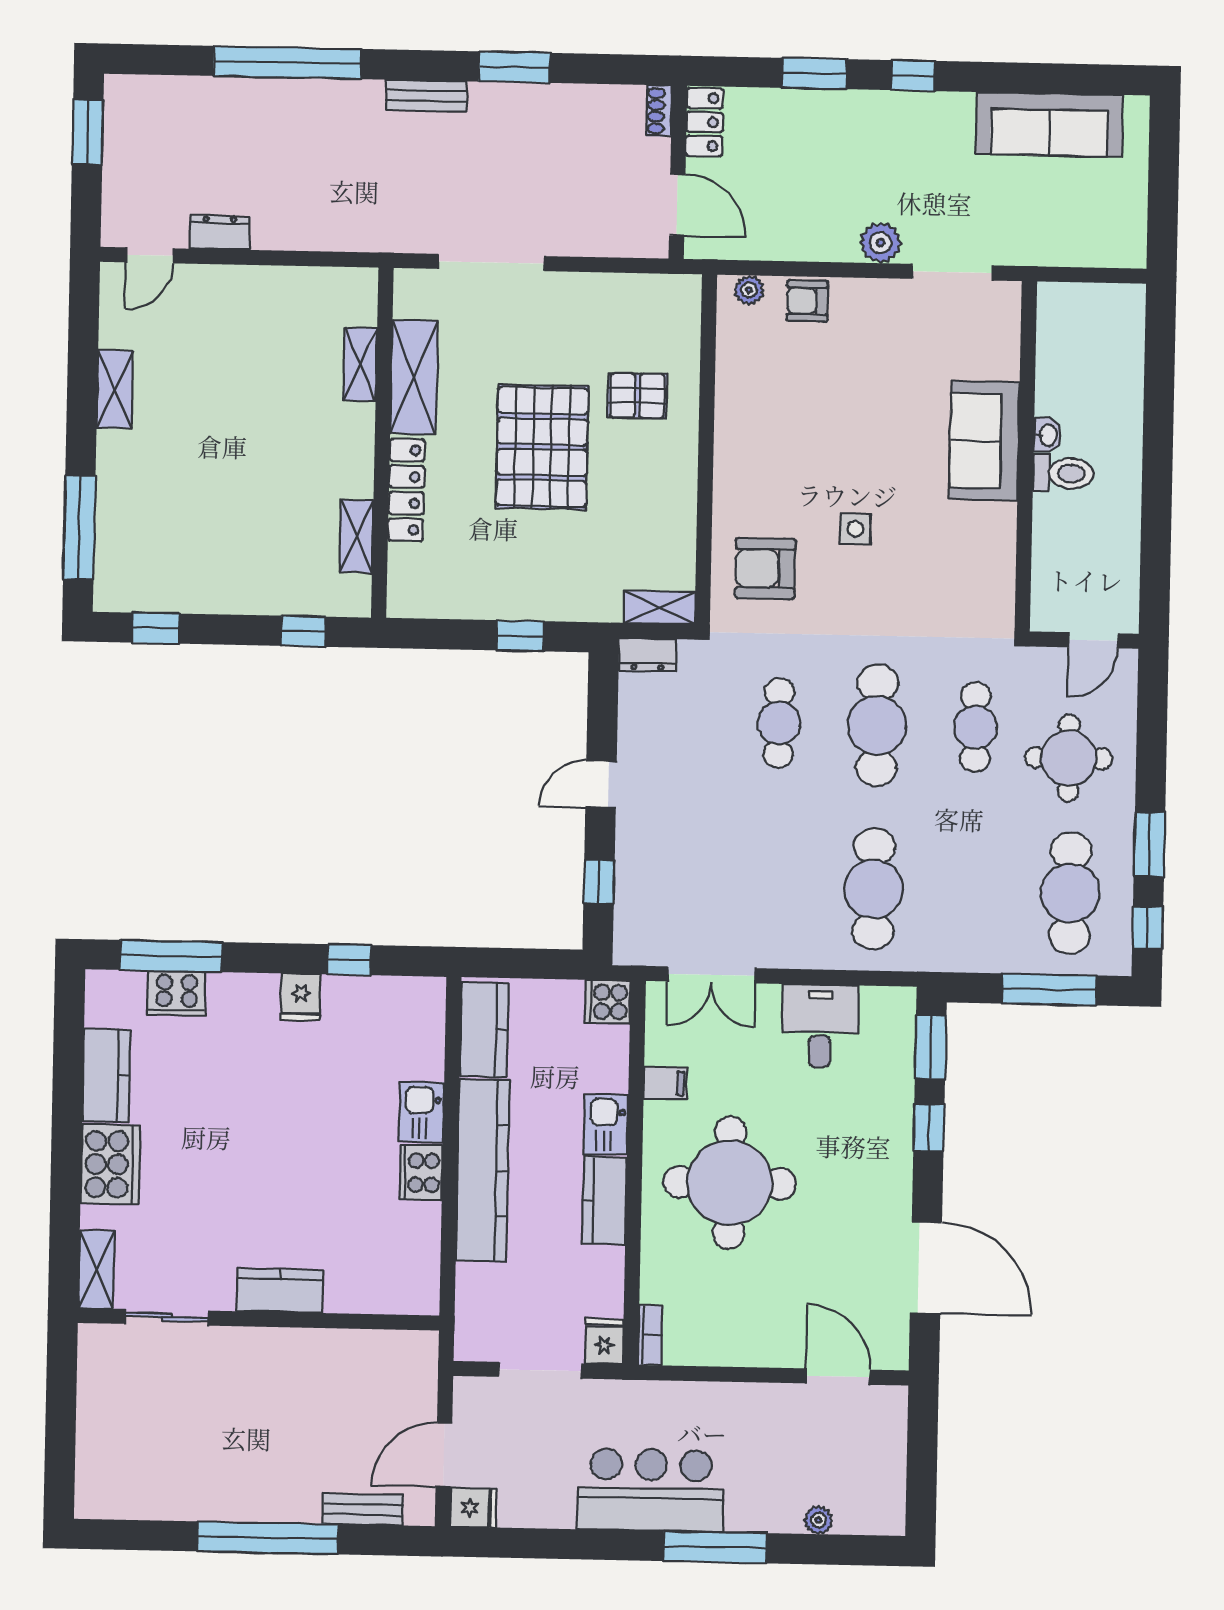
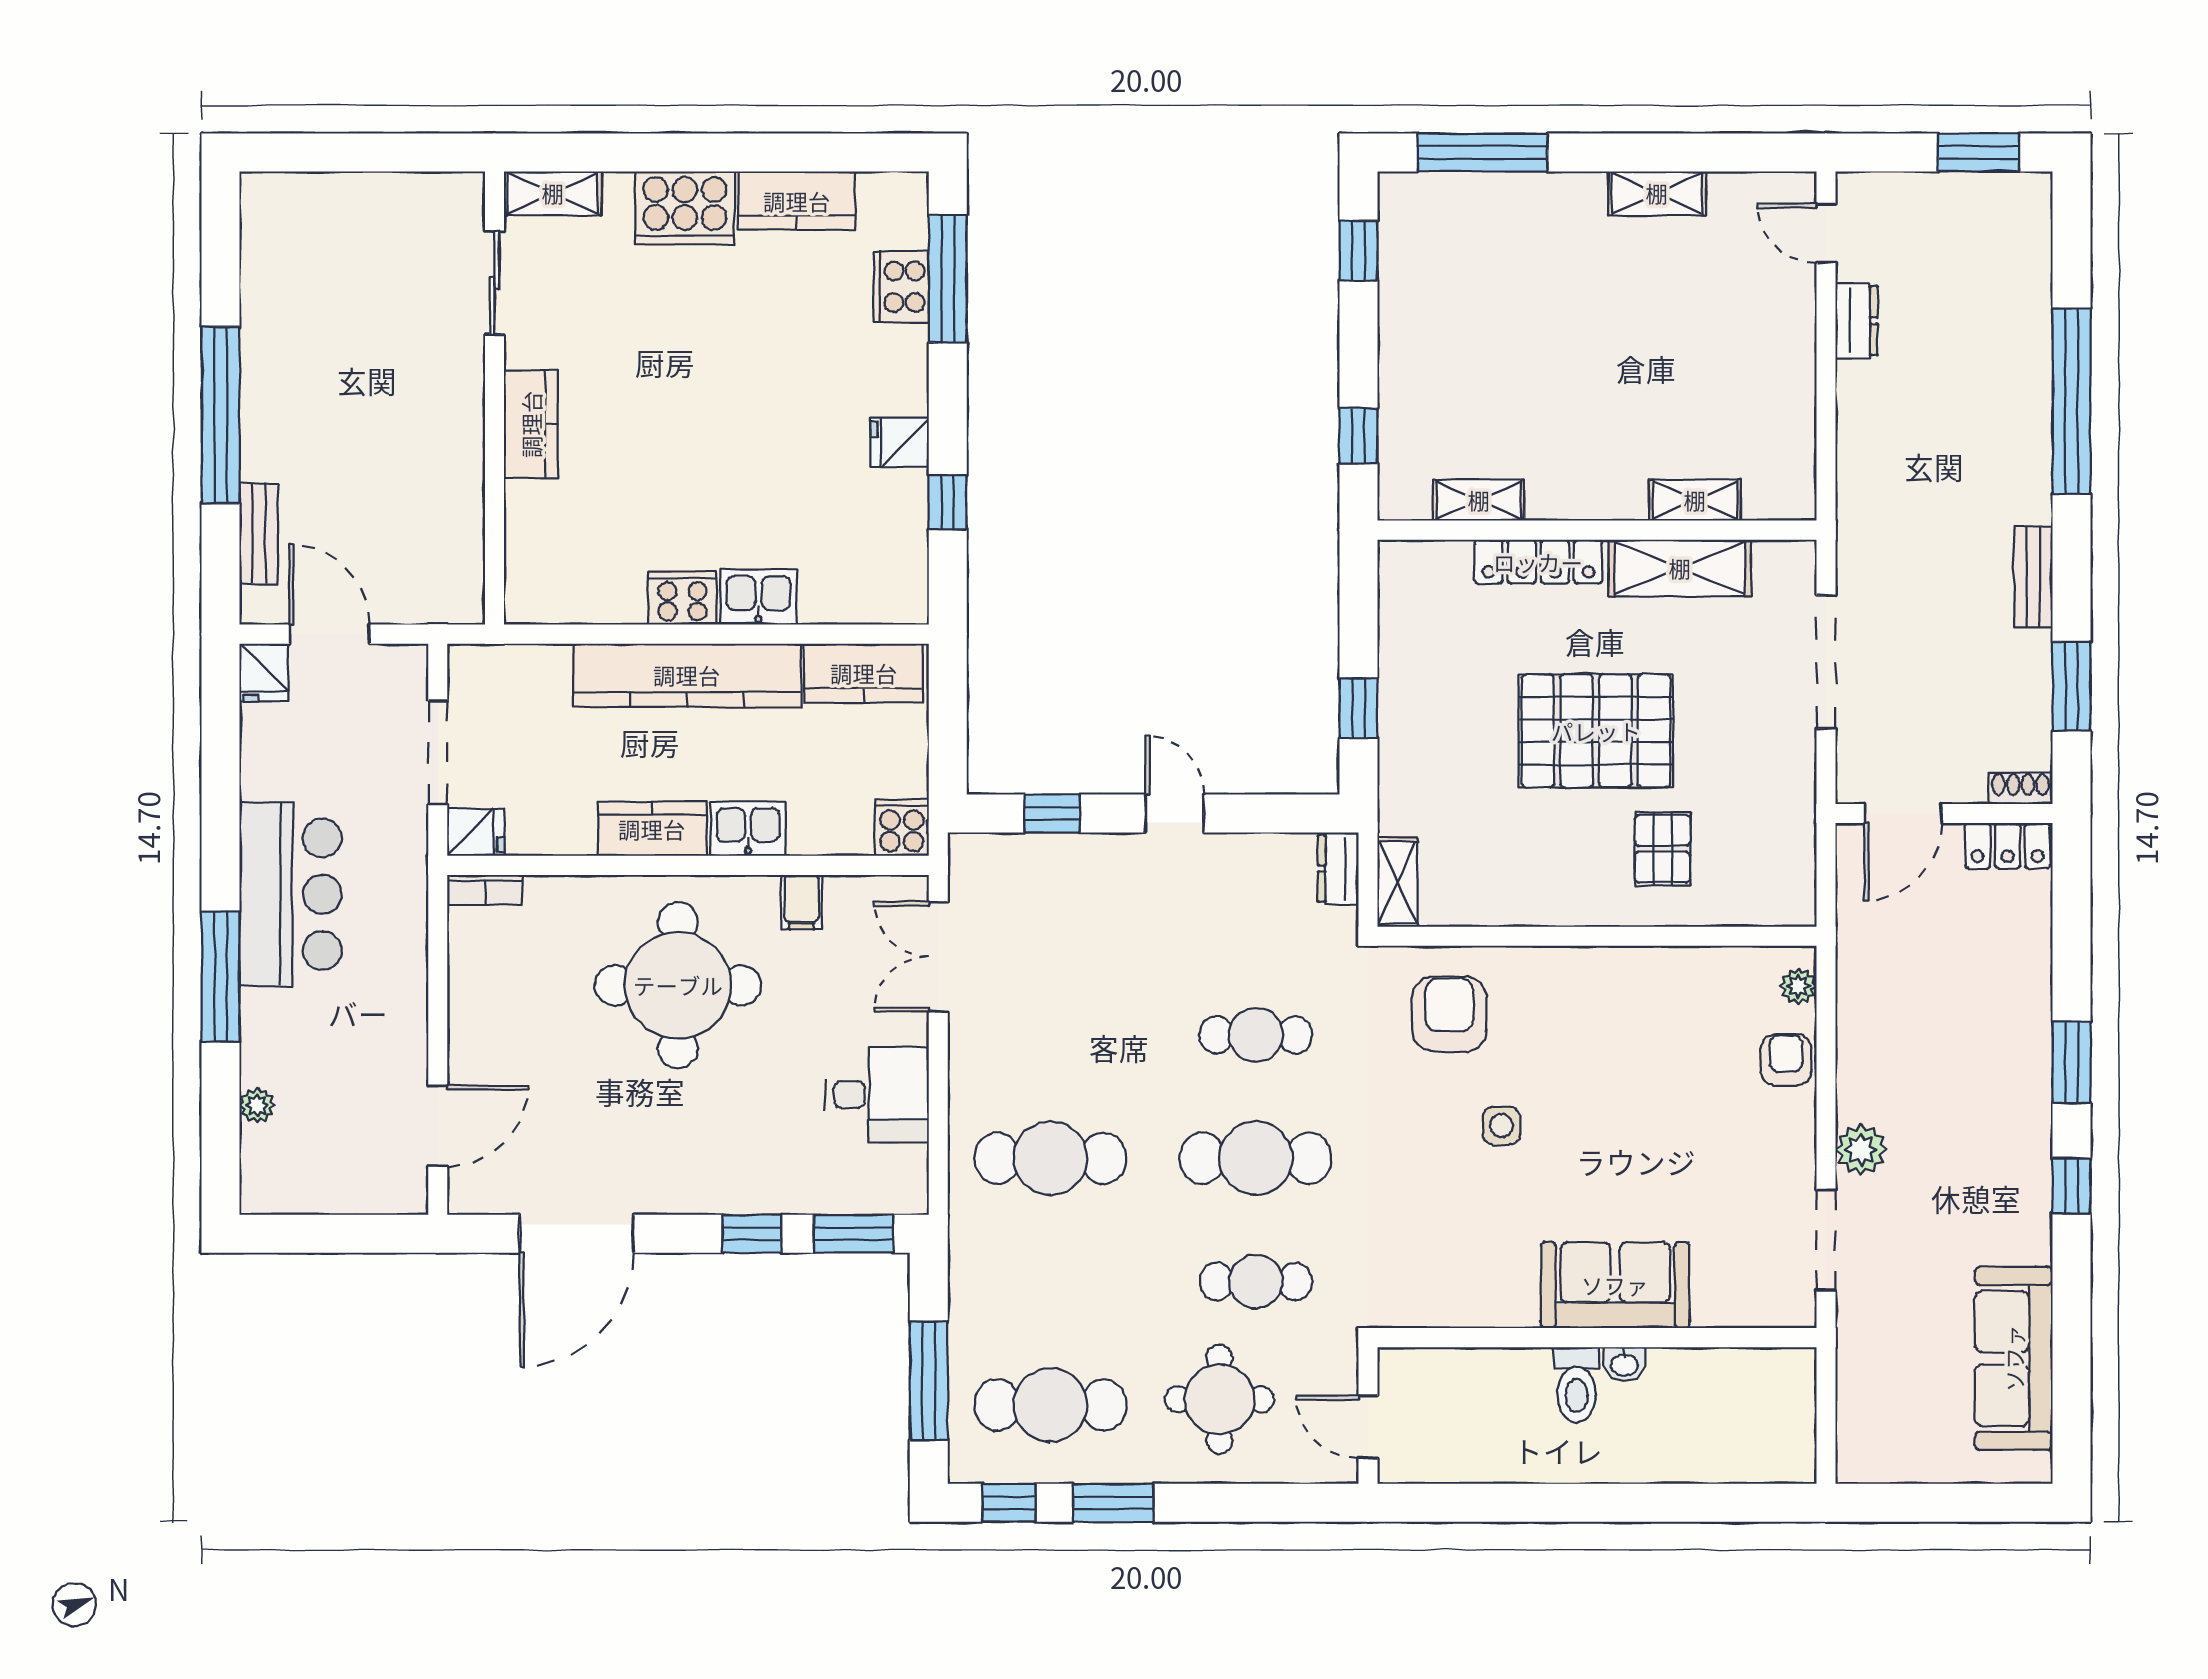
shoe rack: (659, 111) -> (2021, 788), moved
locker: (705, 122) -> (2008, 846), moved
wall: (678, 172) -> (1944, 813), moved
door: (677, 205) -> (1903, 813), moved

